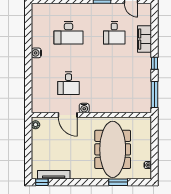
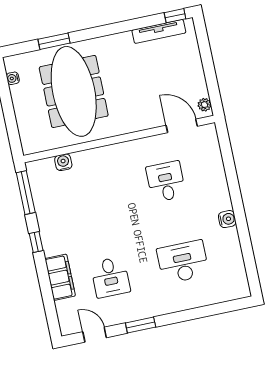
desk: (114, 33) -> (110, 277), turned 180
water cooler: (84, 108) -> (63, 162), moved
door: (68, 115) -> (182, 126), moved

